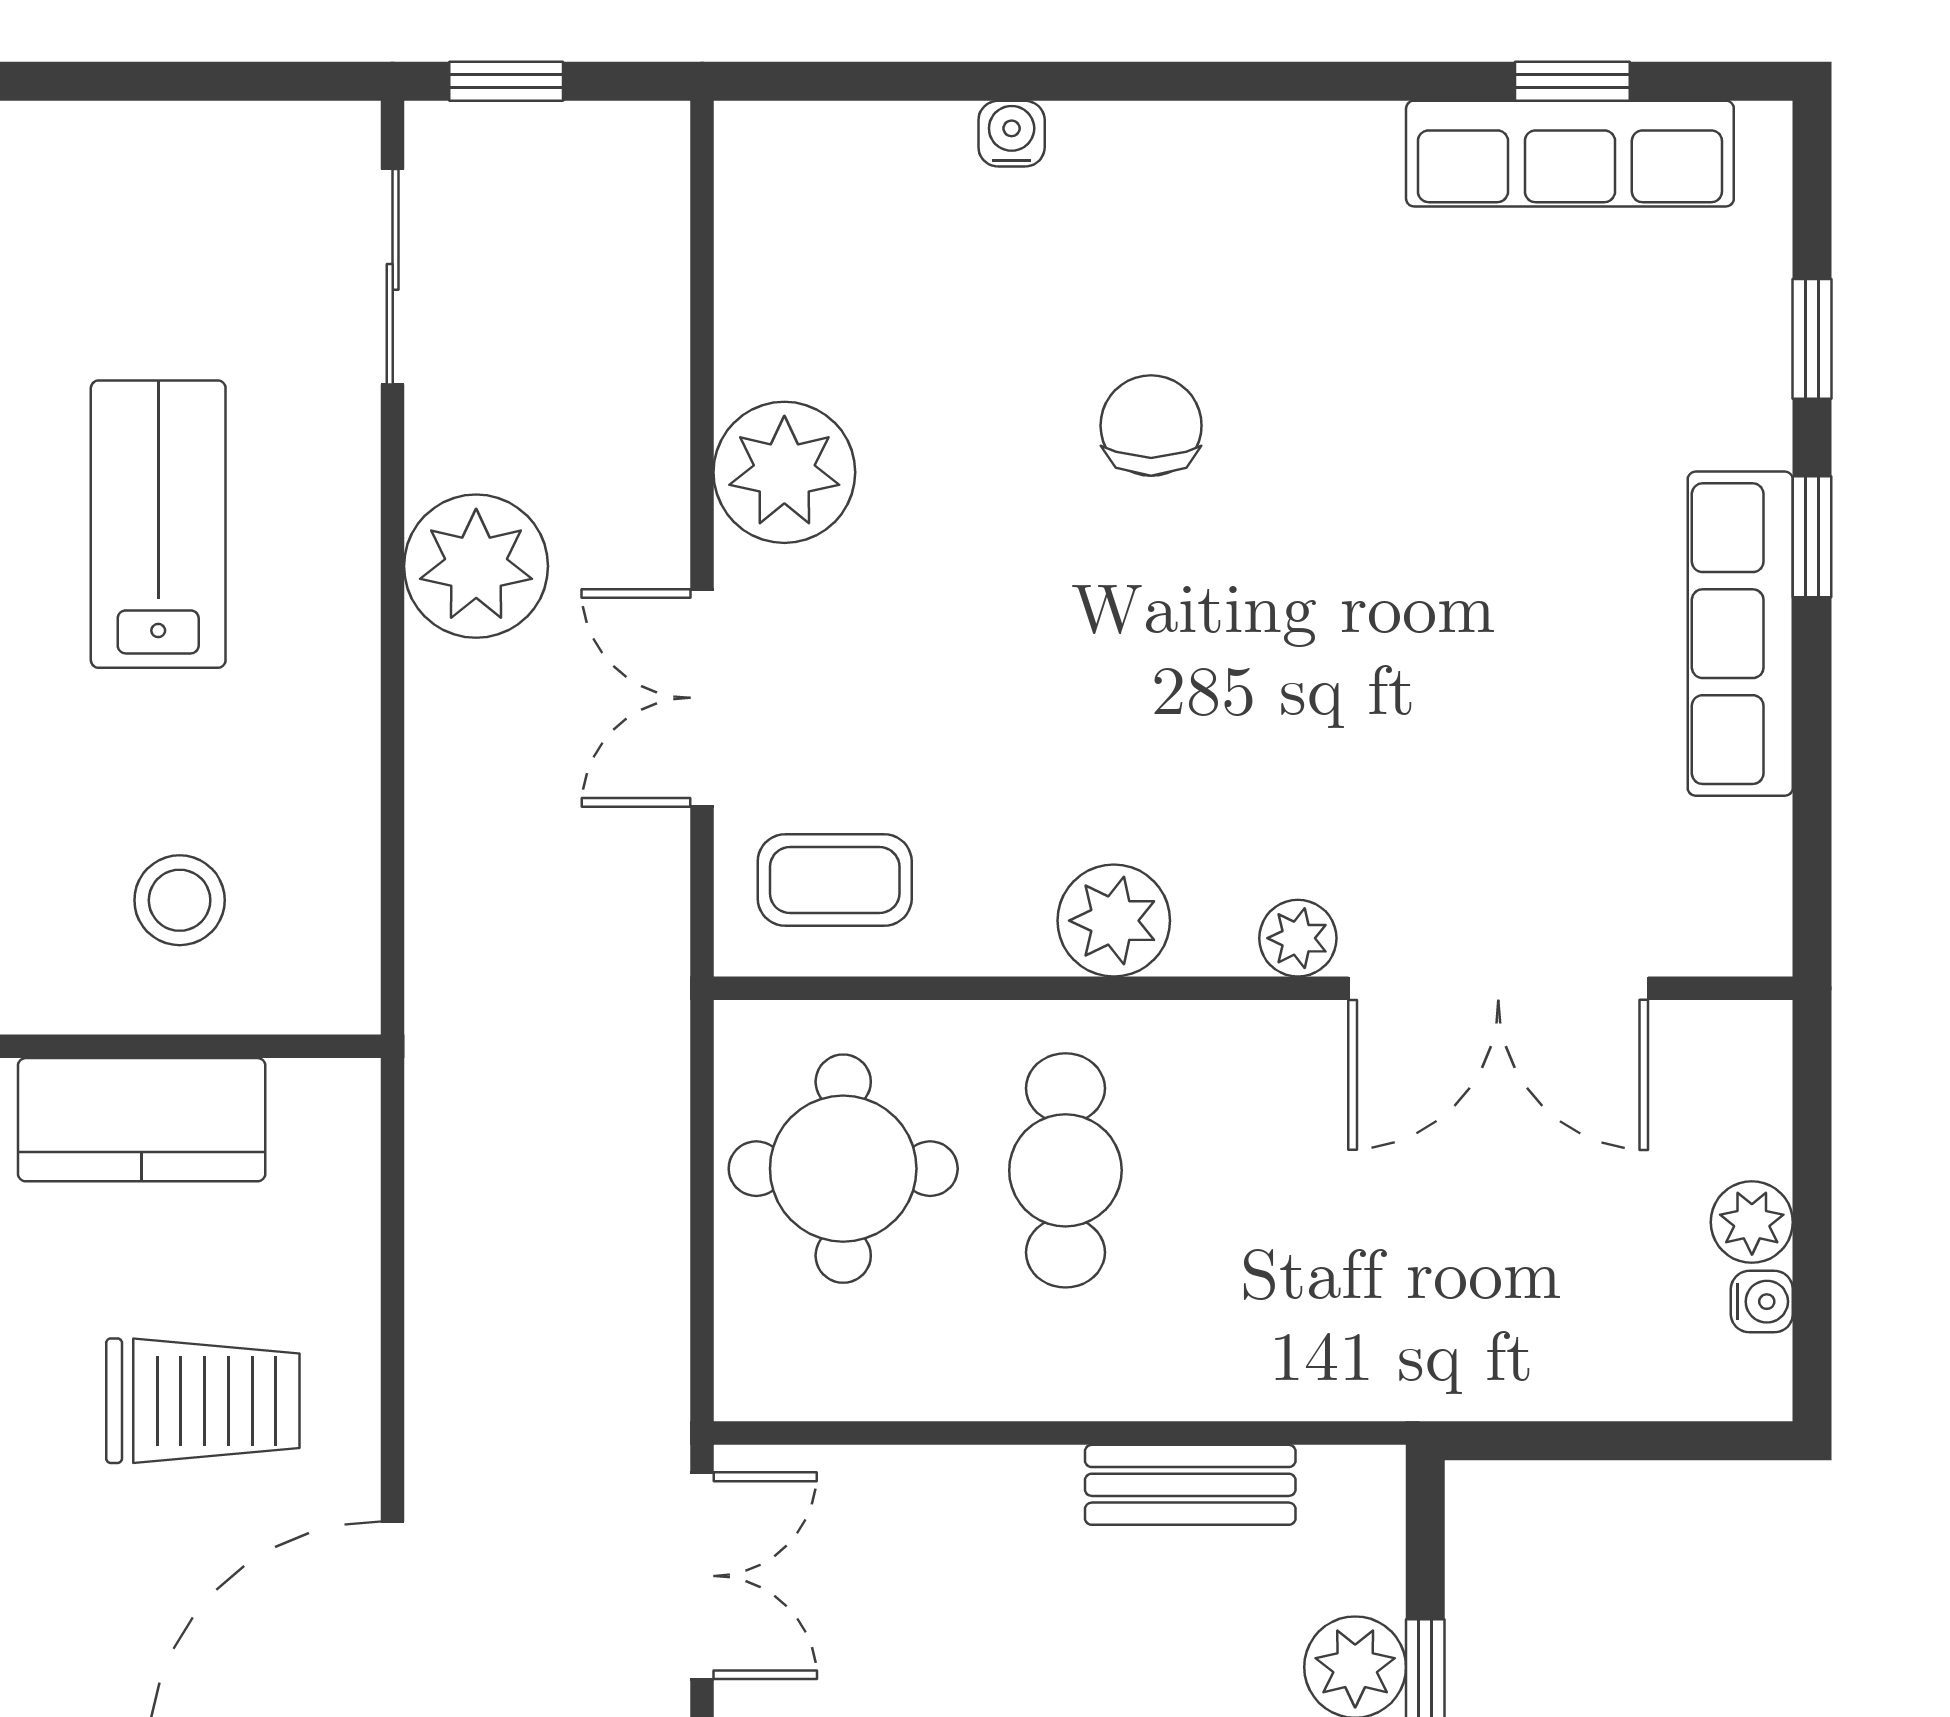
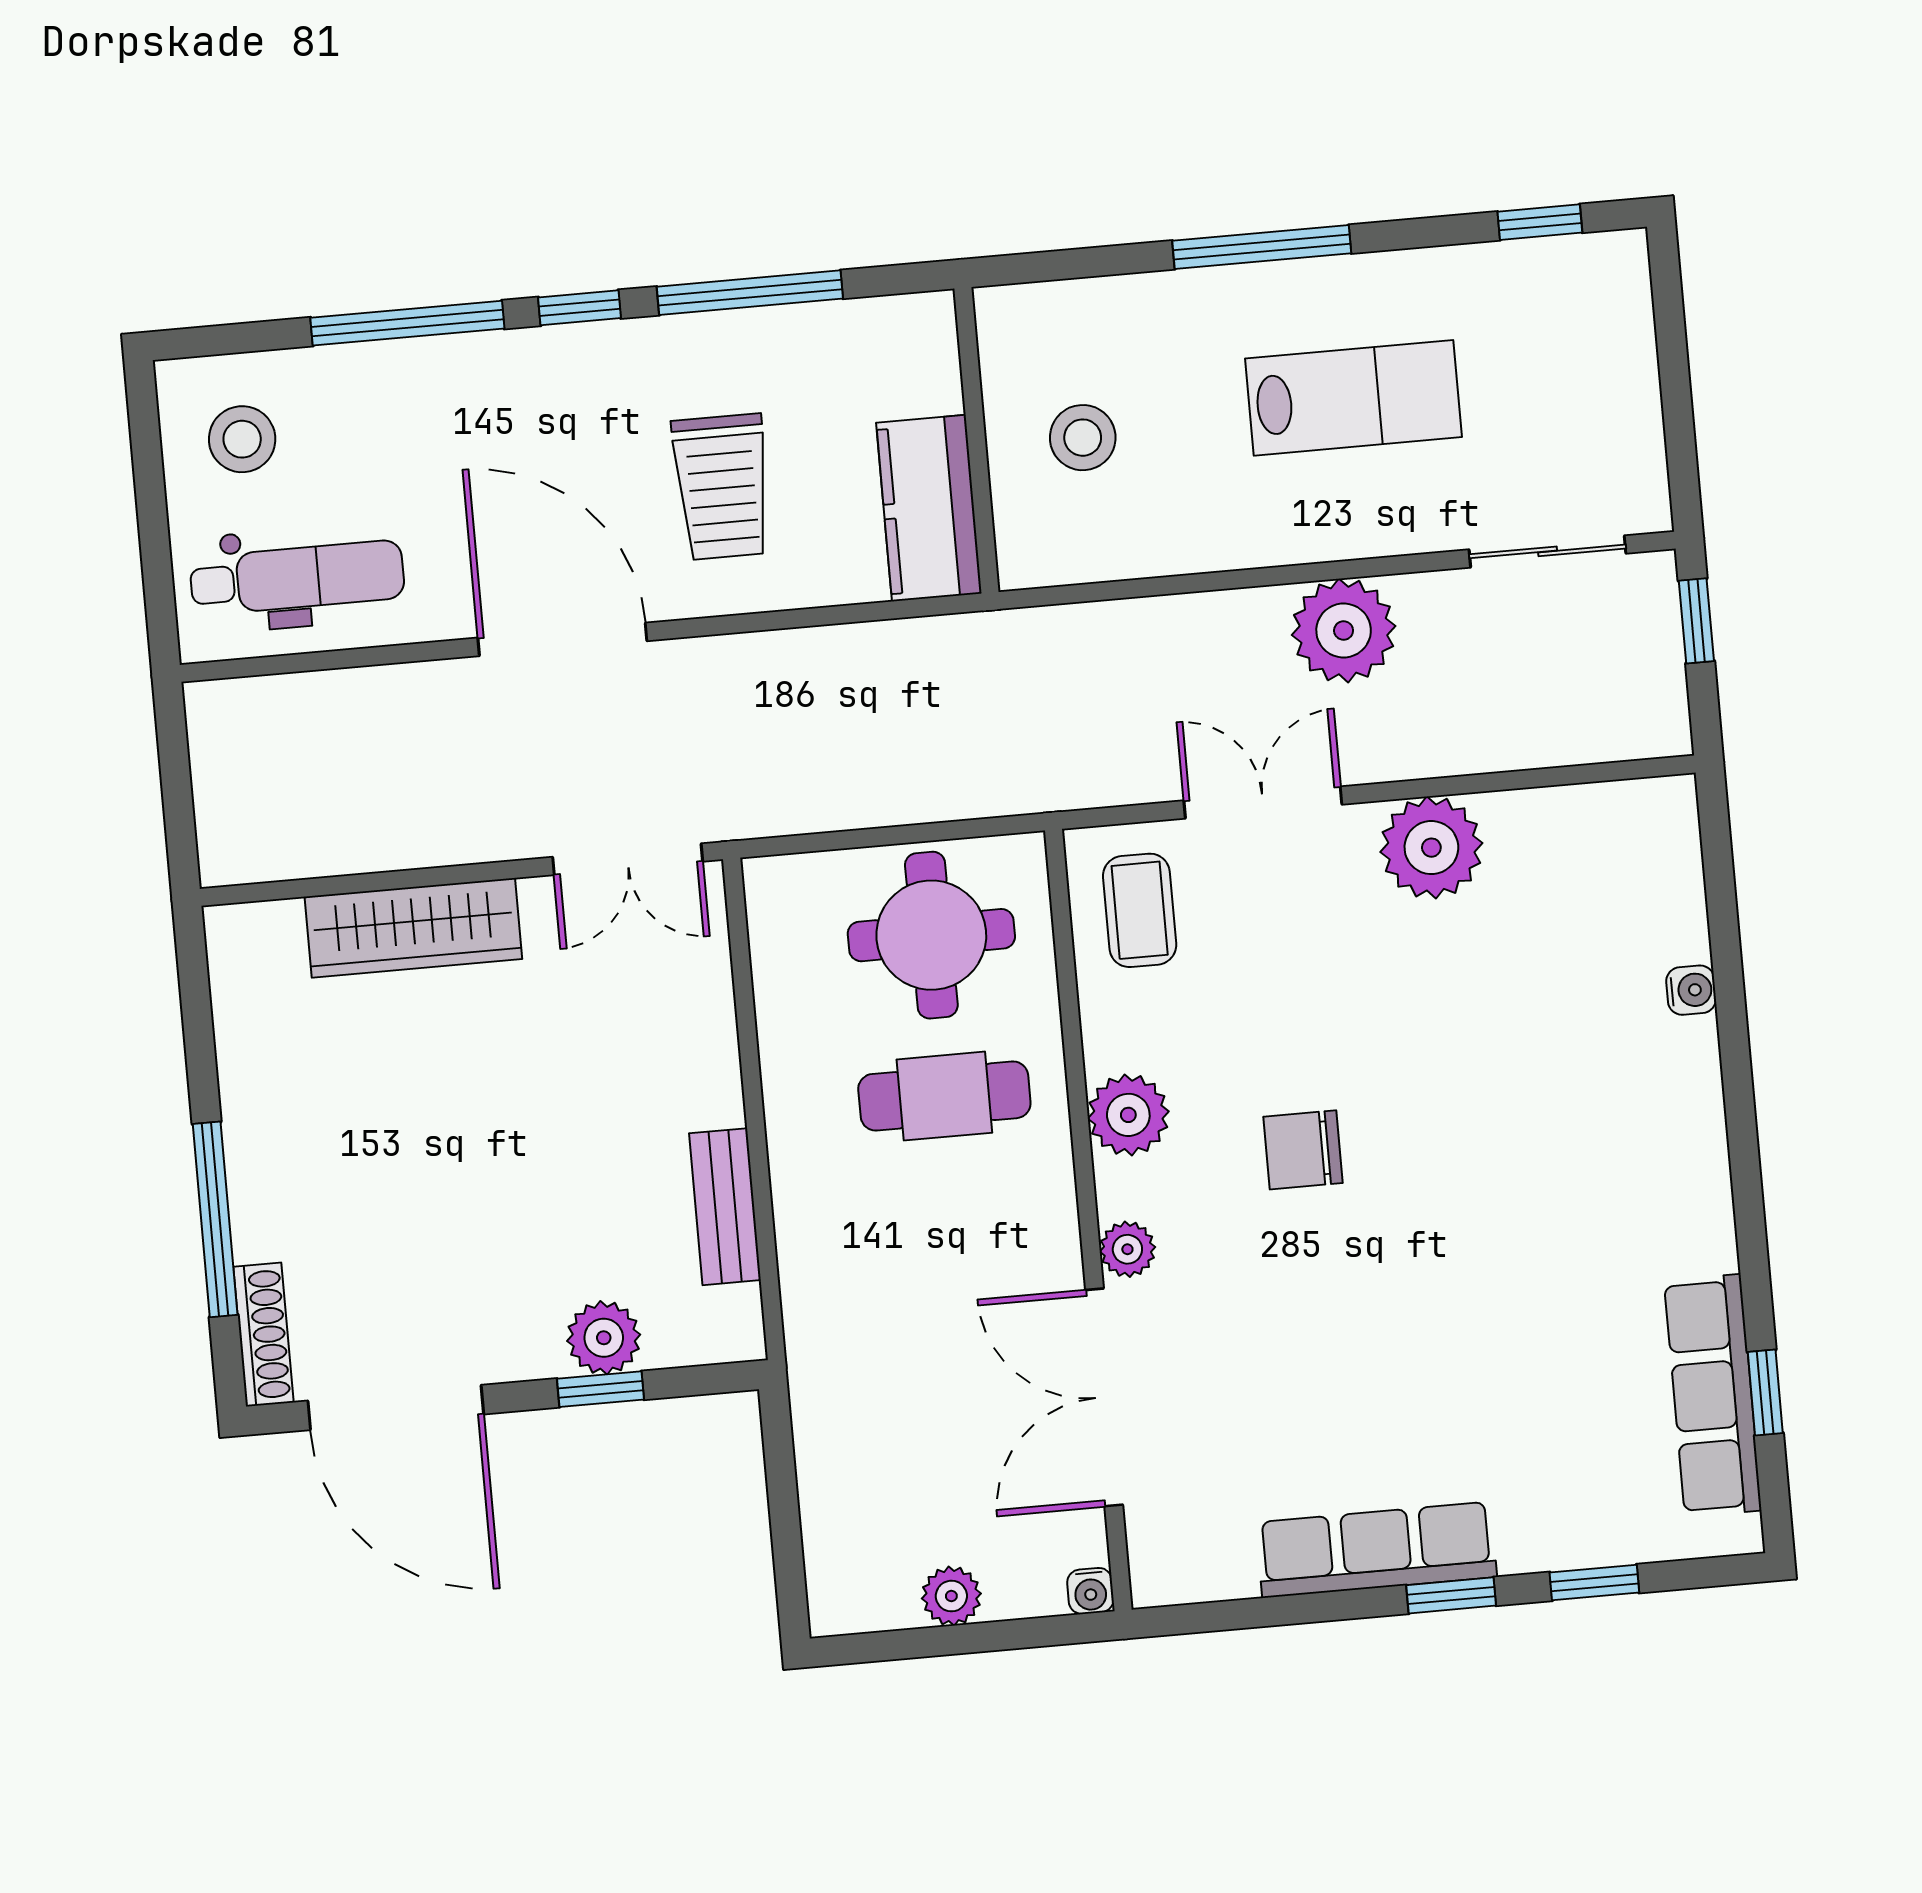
chair: (1151, 426) -> (1303, 1150), moved, turned 180
kitchen counter: (142, 1120) -> (929, 508), moved
water cooler: (1762, 1302) -> (1090, 1591), moved

